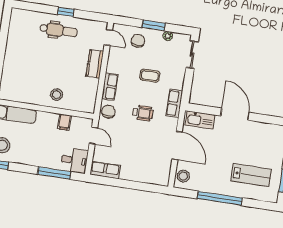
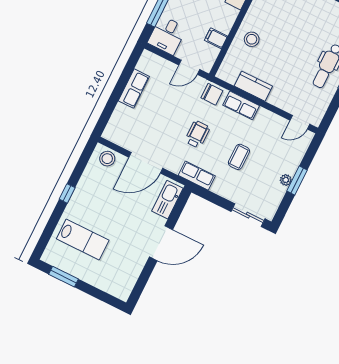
plant: (168, 36) -> (286, 180), moved
chair: (138, 41) -> (285, 156), removed
kitchen counter: (95, 64) -> (253, 86), moved
wheelchair: (143, 113) -> (197, 134), turned 180
row of seats: (105, 170) -> (134, 89), moved
lab bench: (251, 175) -> (83, 239), turned -90
window: (220, 198) -> (67, 193), width x0.32

